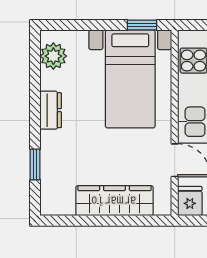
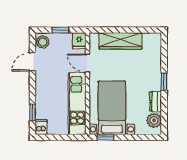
dresser: (51, 110) -> (156, 102), moved
window: (35, 165) -> (164, 82), moved

